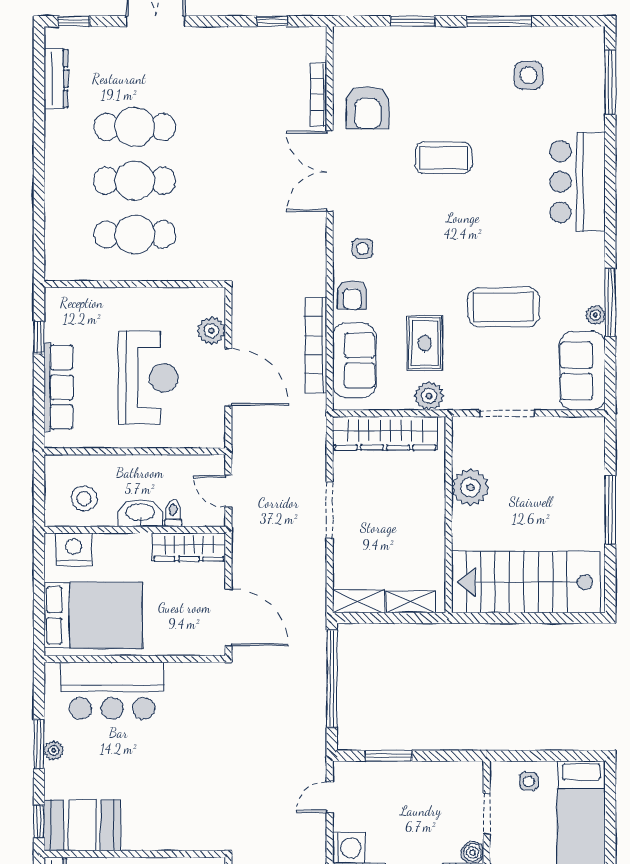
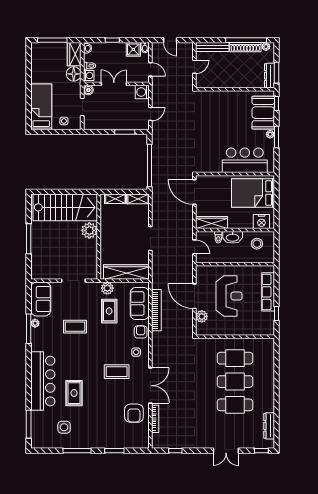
armchair: (368, 108) -> (134, 413), turned 180
rug: (506, 154) -> (74, 393), added
coffee table: (443, 158) -> (117, 372), moved
bar counter: (578, 182) -> (43, 381), width x1.36
coffee table: (504, 307) -> (75, 327), width x0.73, depth x0.76
reception desk: (148, 378) -> (229, 296), turned 180
plant: (470, 487) -> (89, 230), moved
booth: (82, 825) -> (263, 113), moved, turned 90

